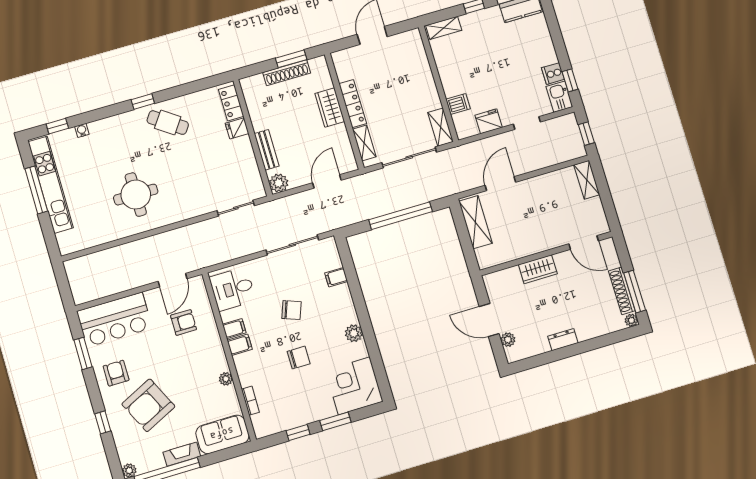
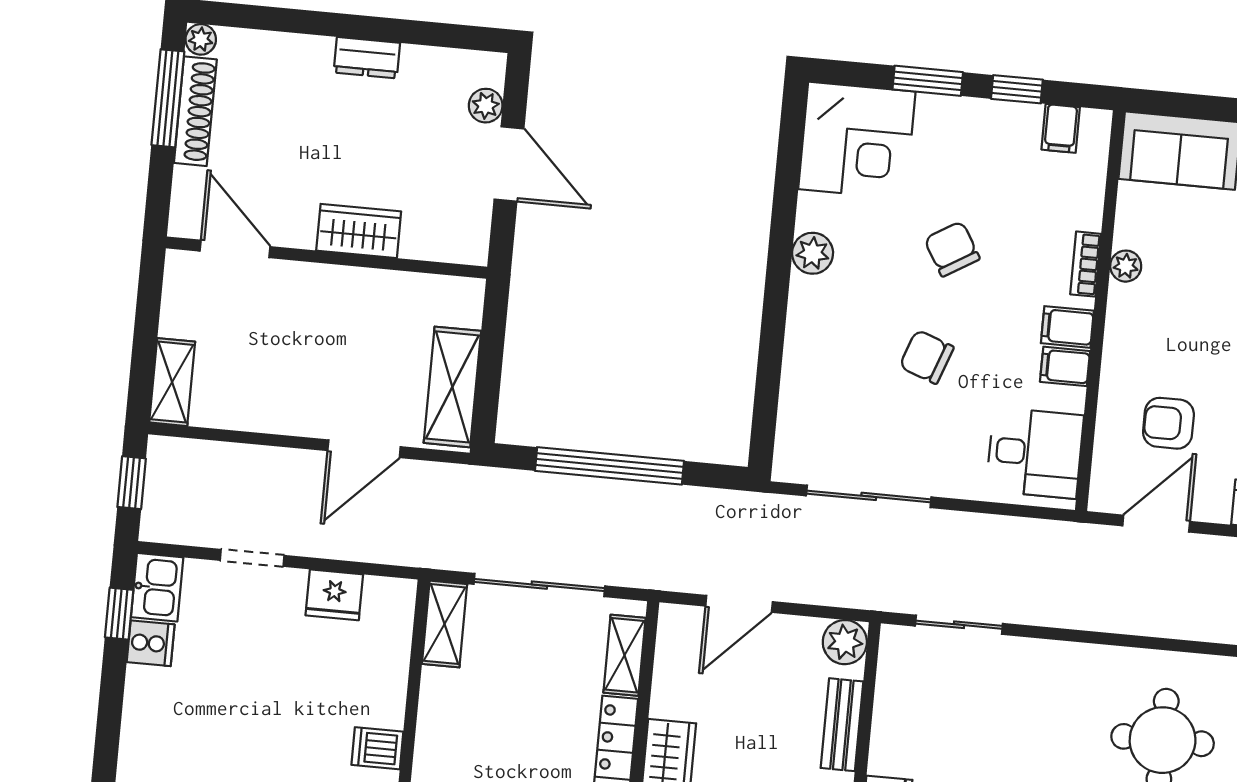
dishwasher: (458, 104) -> (377, 748), moved
filing cabinet: (336, 277) -> (1061, 128), moved, turned 90
chair: (299, 358) -> (952, 249), turned 59
bookcase: (250, 401) -> (1086, 264), moved

